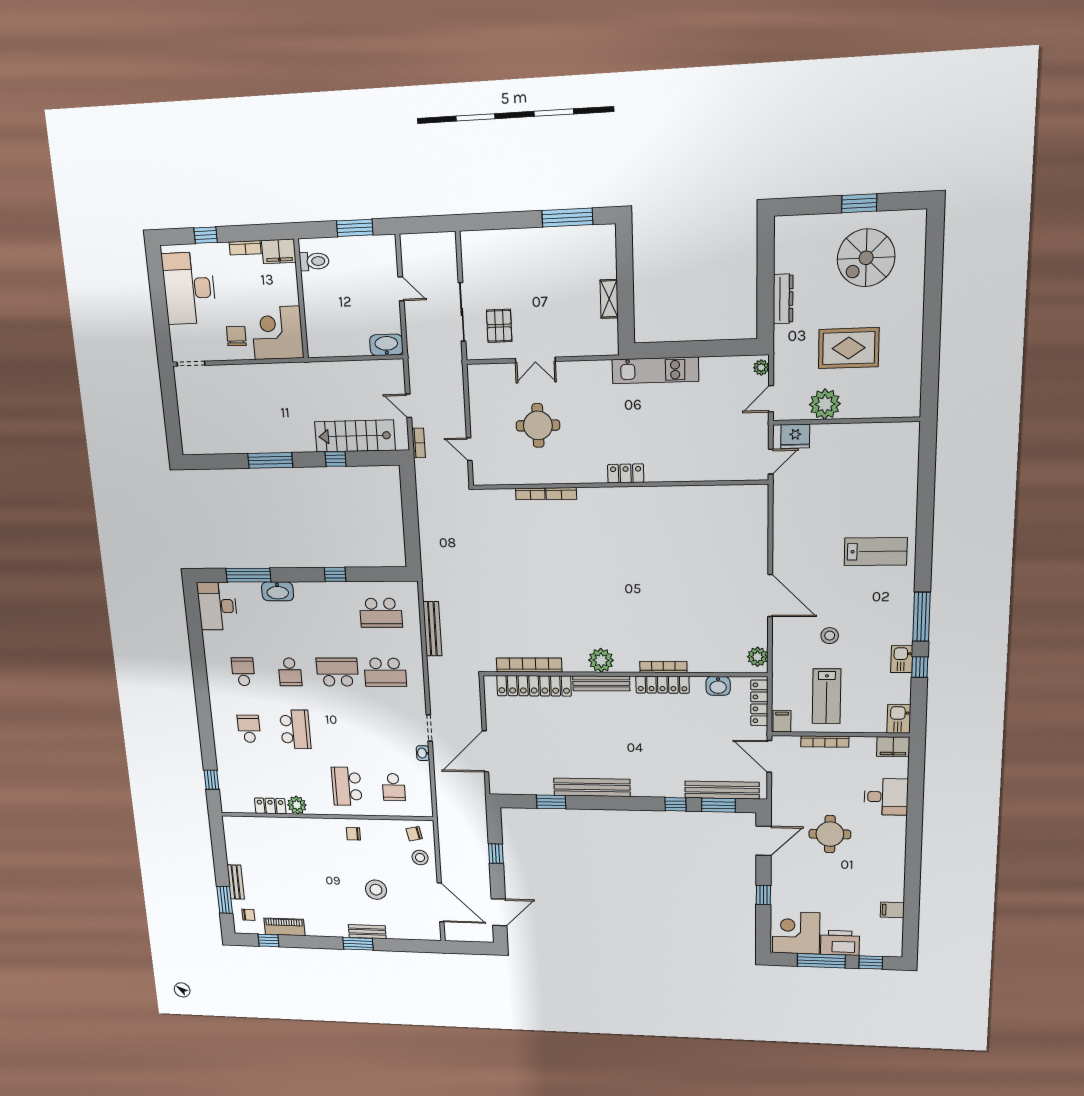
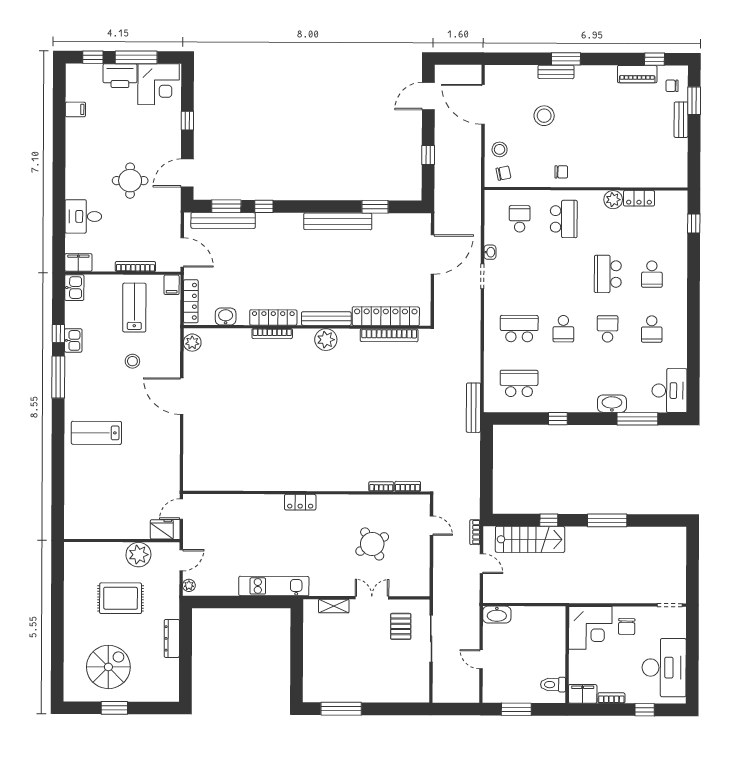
shelving: (609, 299) -> (334, 606), moved, turned 90
round table: (538, 425) -> (372, 544), turned -31
bookcase: (561, 494) -> (408, 486), moved
bench: (432, 629) -> (473, 408), moved
school desk: (337, 672) -> (563, 329), width x0.54

